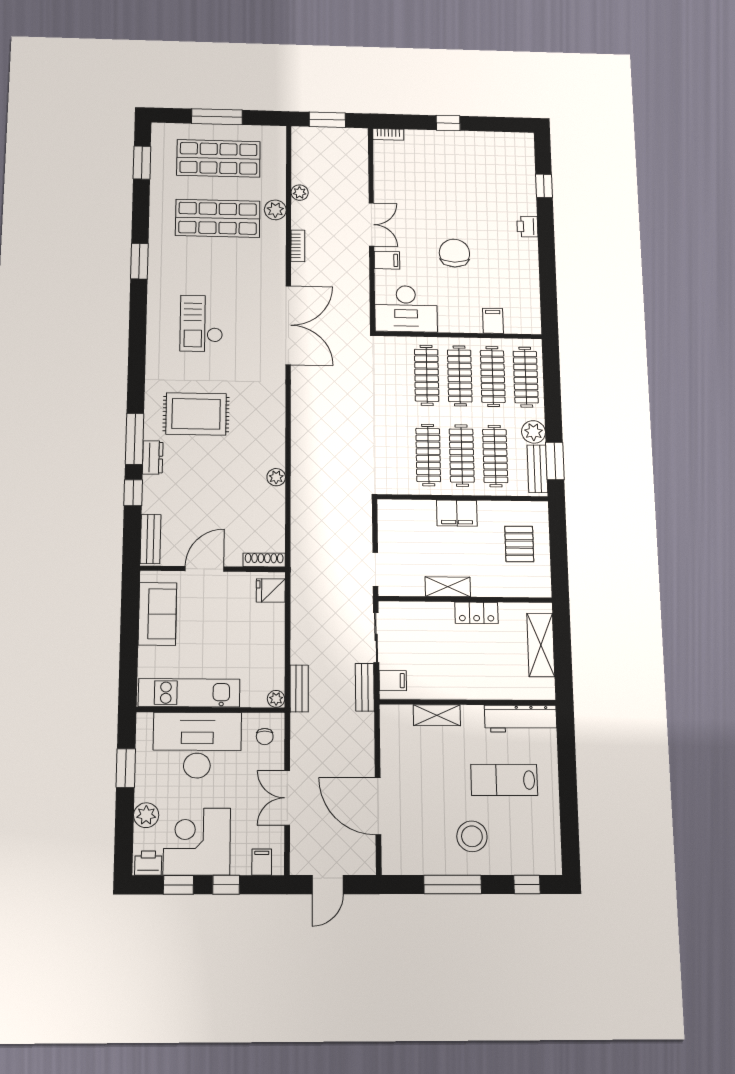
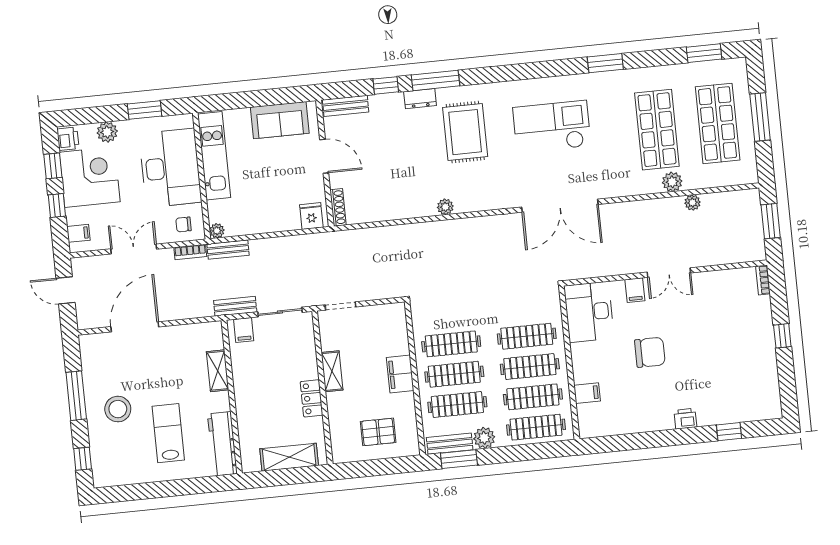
bookcase: (298, 246) -> (190, 252), moved
checkout: (201, 323) -> (552, 127), width x1.36, depth x1.21
plant: (276, 477) -> (445, 207), moved

